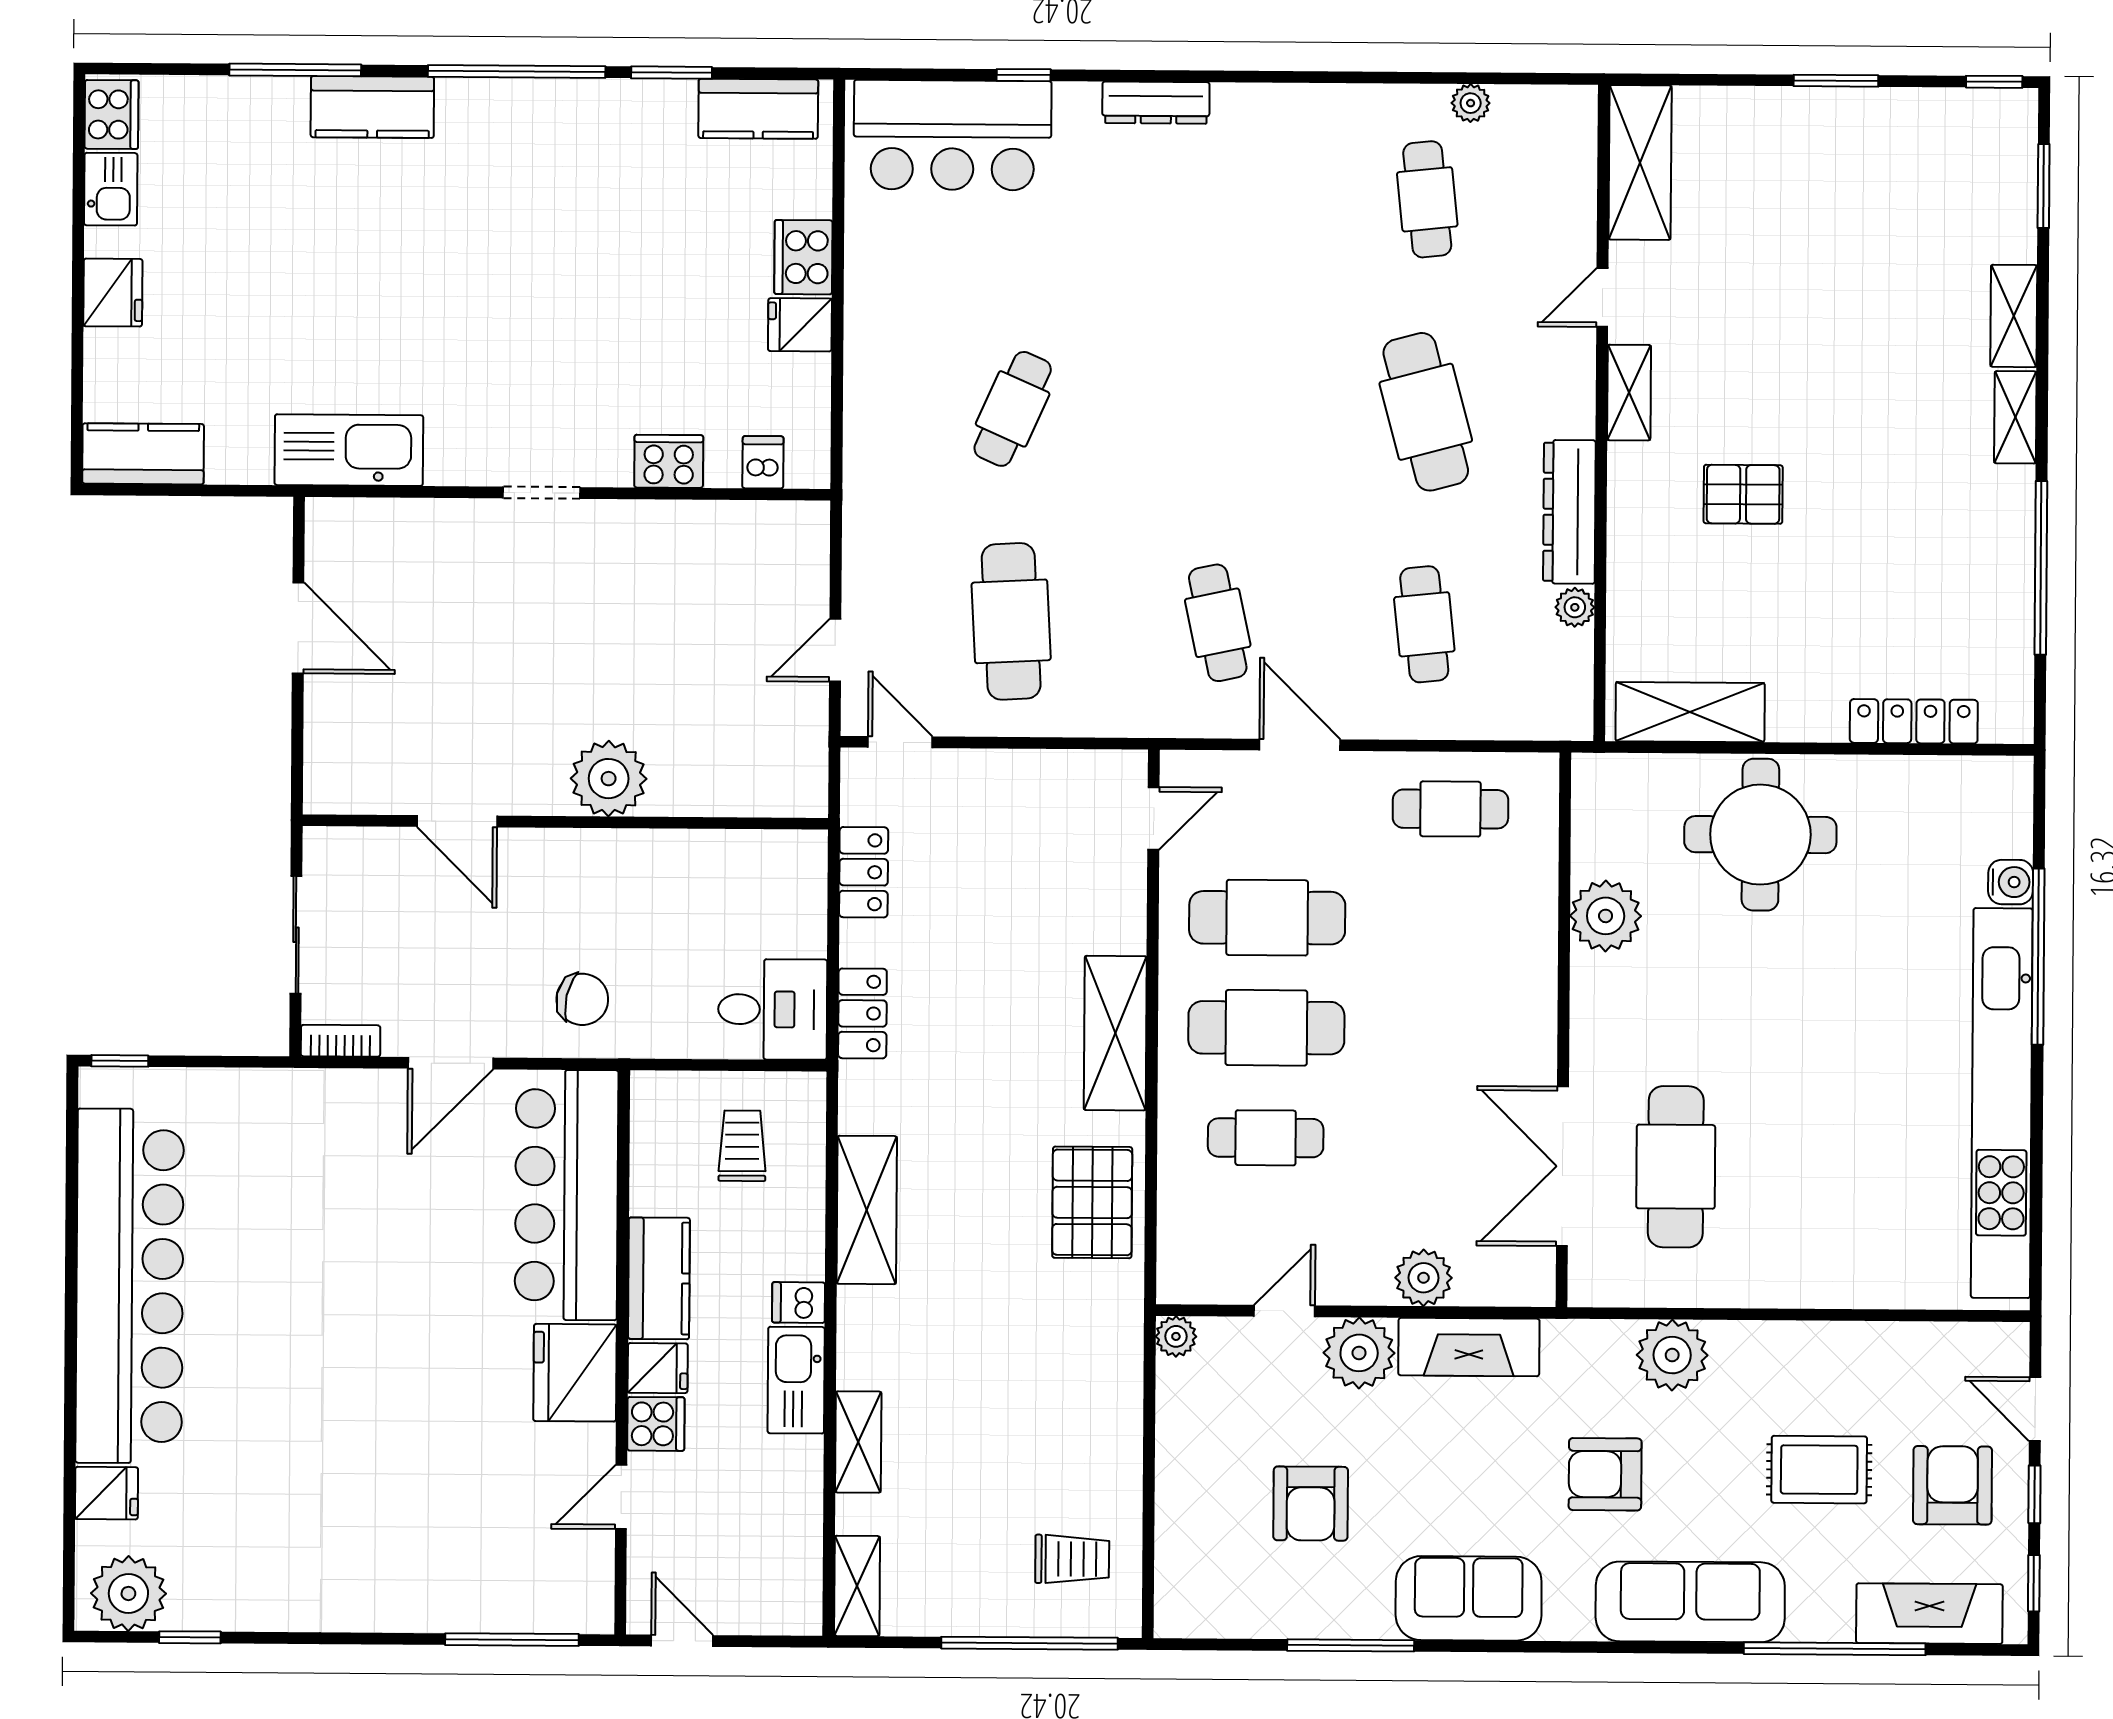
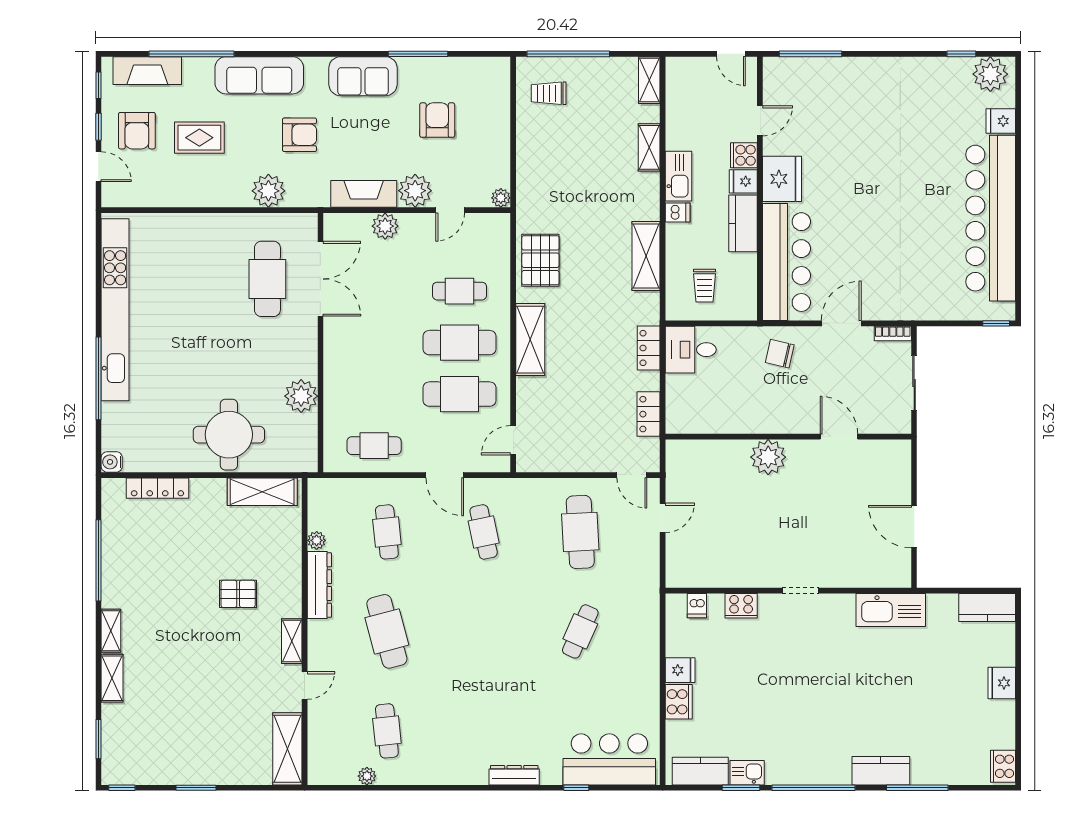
kitchen sink: (111, 189) -> (747, 773), moved, turned 90
water cooler: (2011, 882) -> (112, 462), moved

